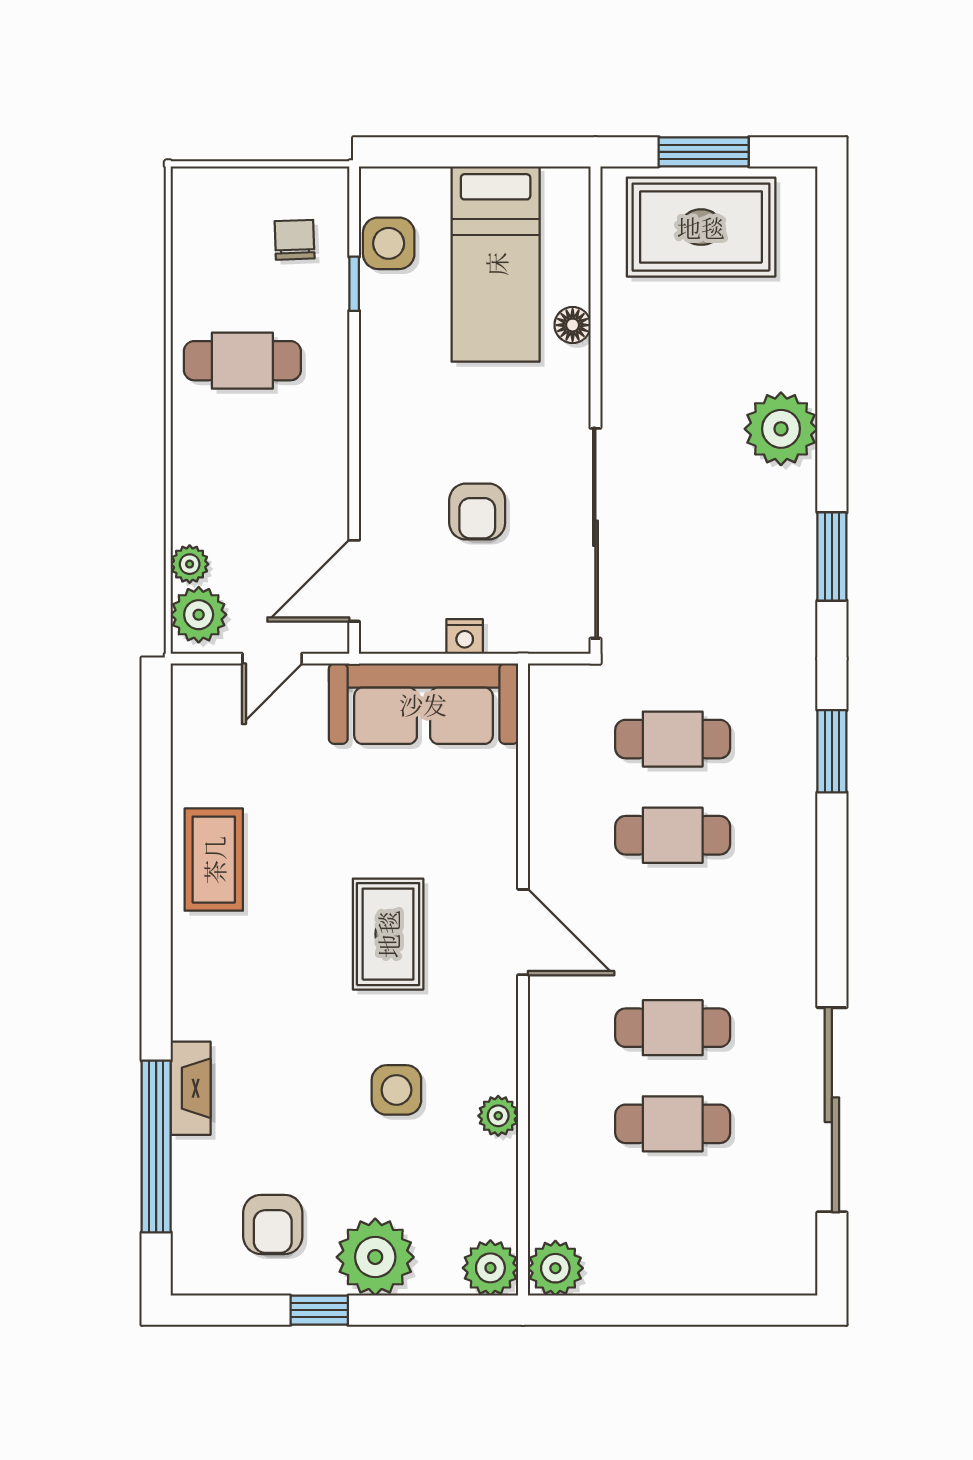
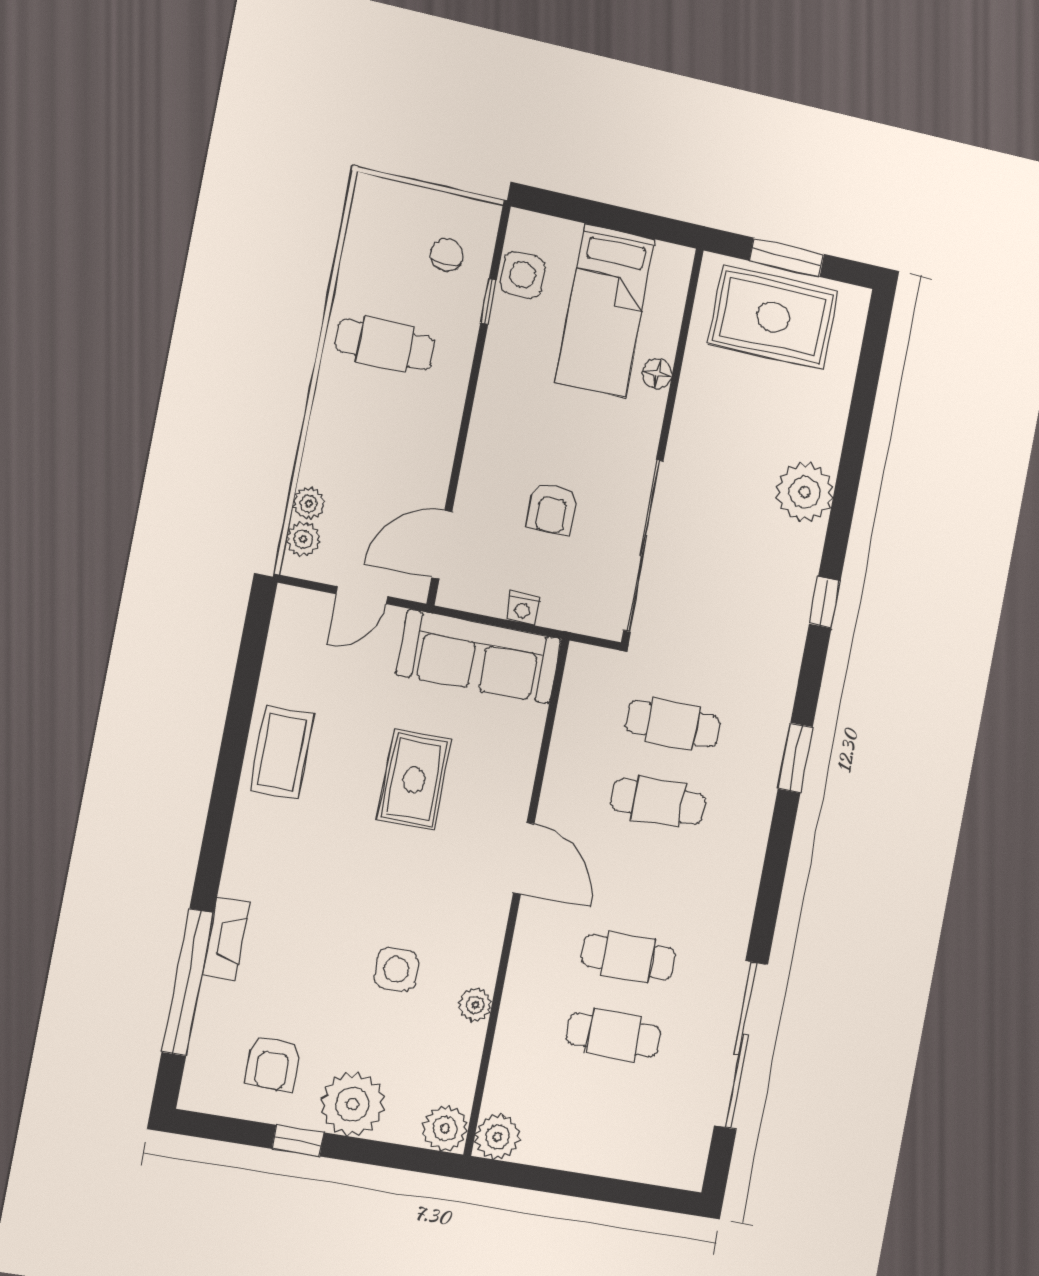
window: (832, 556) -> (825, 602), width x0.67
plant: (199, 615) -> (303, 539), width x0.73, depth x0.73
rug: (388, 934) -> (414, 780), moved

